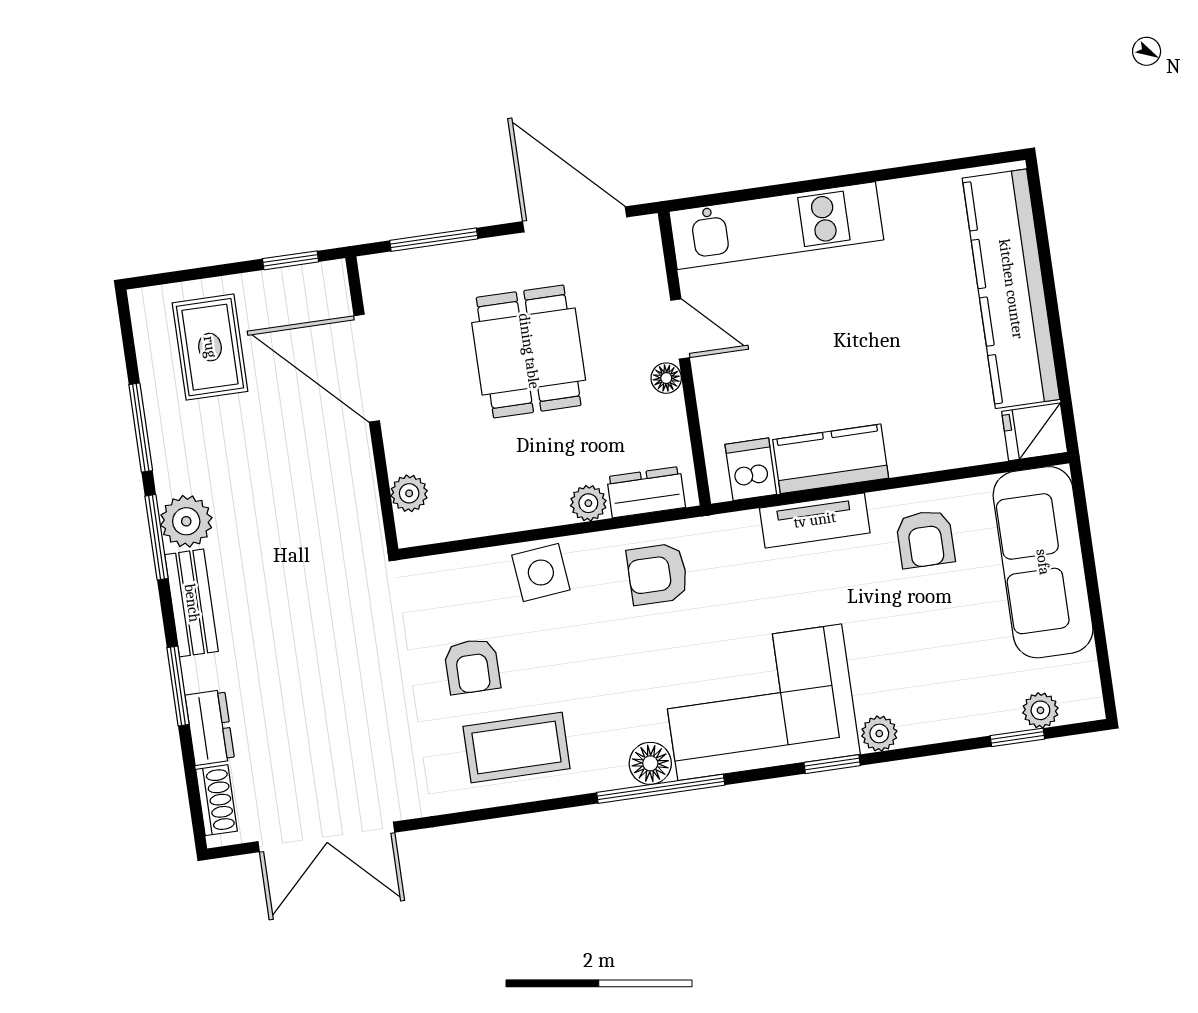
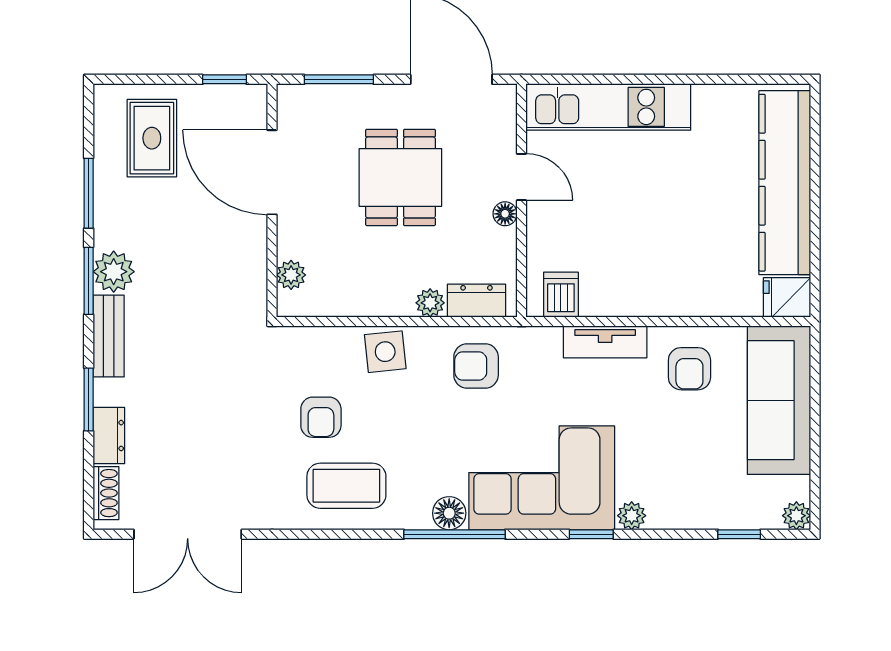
kitchen counter: (831, 459) -> (625, 295), removed
plant: (1040, 710) -> (796, 516), moved

